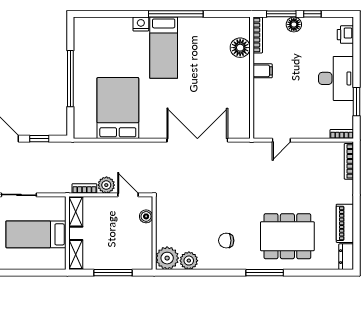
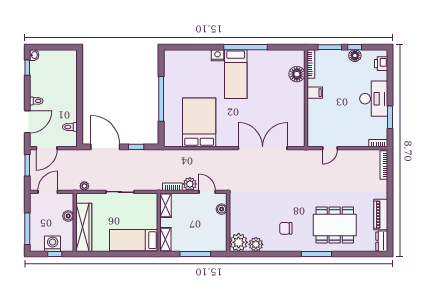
floor lamp: (294, 24) -> (355, 56), moved
bed: (36, 234) -> (134, 240), moved

